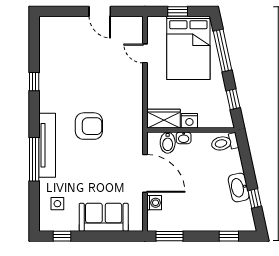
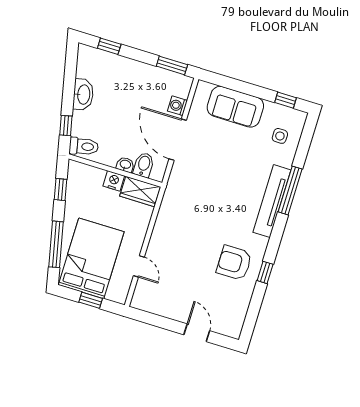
door: (100, 11) -> (197, 333), moved
armchair: (89, 126) -> (234, 263), moved
window: (255, 198) -> (66, 126), moved

